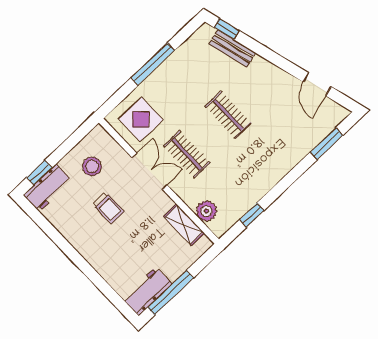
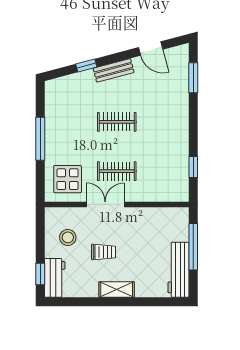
window: (227, 29) -> (86, 65), moved
bench: (232, 48) -> (114, 70), moved
plant: (206, 211) -> (164, 193), removed
shelving: (184, 225) -> (117, 290), moved
workbench: (147, 291) -> (178, 270), width x1.38
window: (171, 293) -> (193, 247), moved

